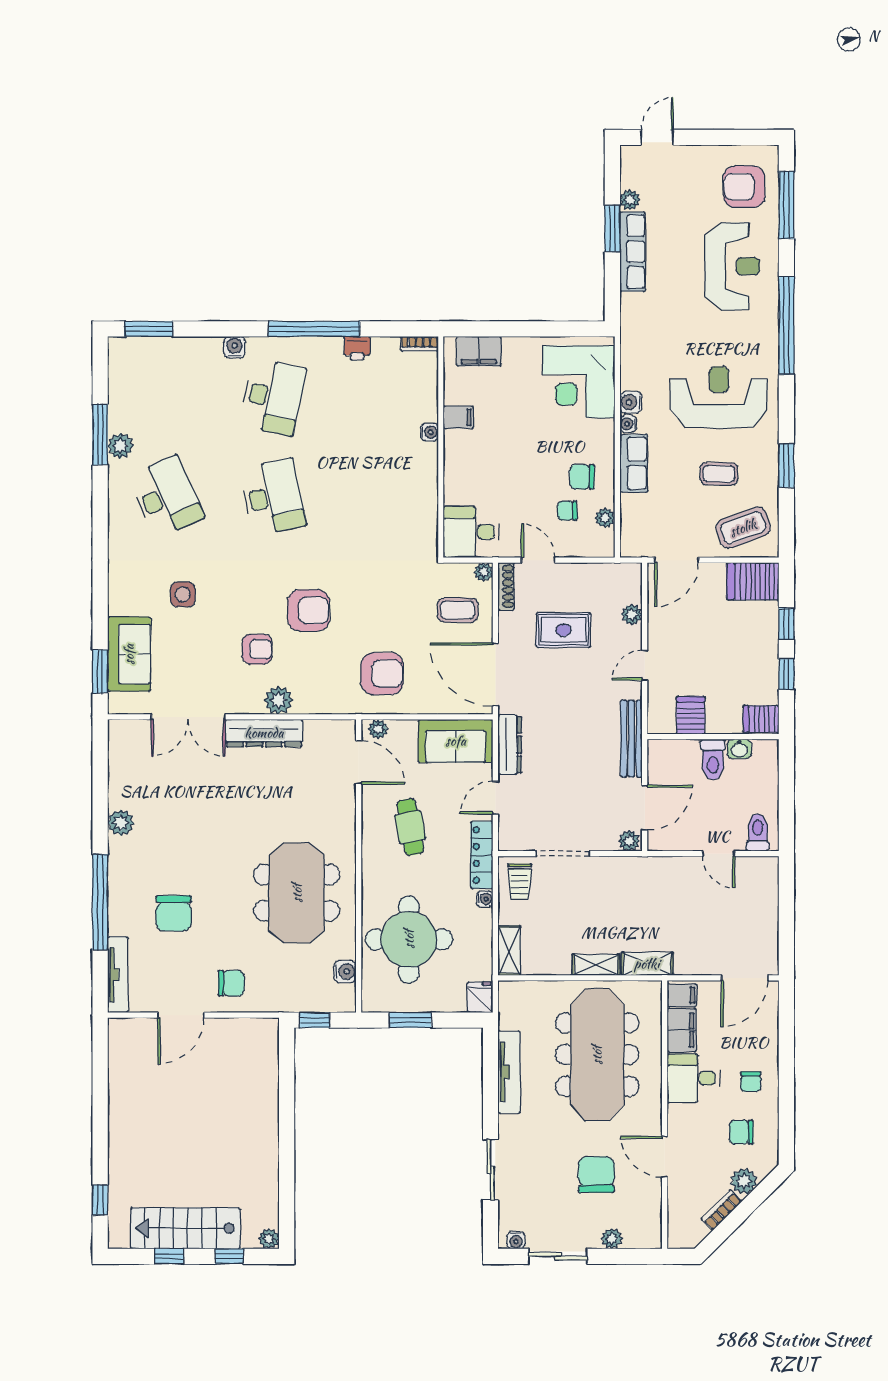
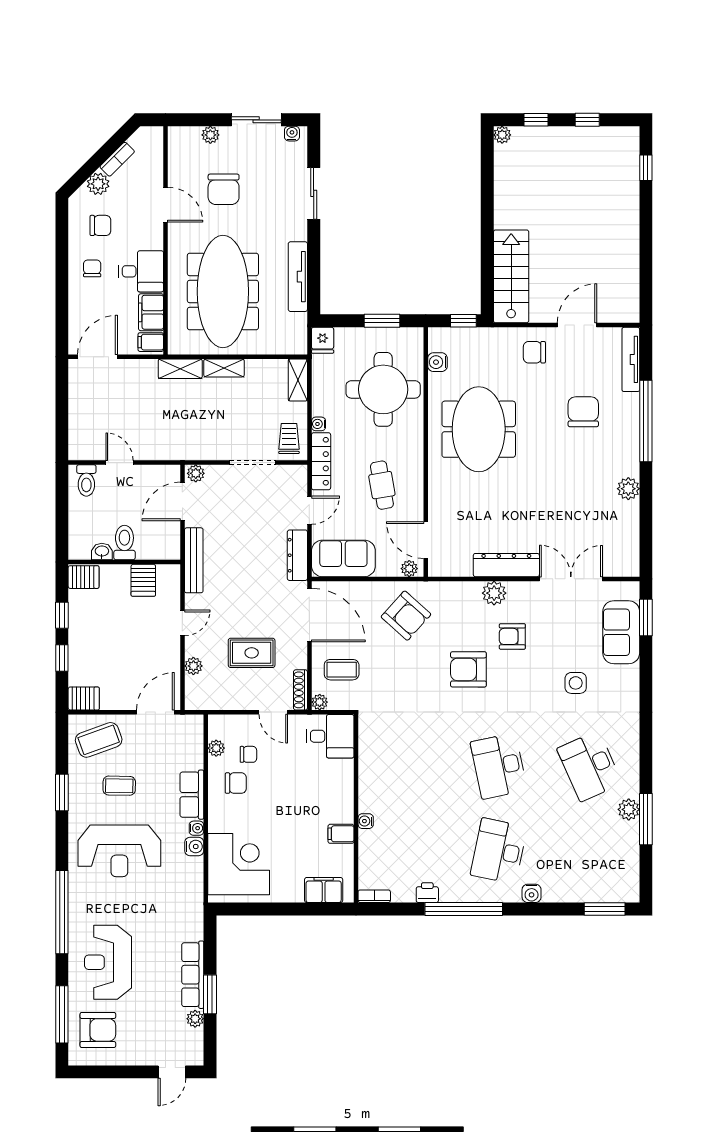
server rack: (753, 581) -> (84, 698), width x0.73, depth x0.70
armchair: (382, 674) -> (406, 616), turned -138
stairs: (185, 1228) -> (511, 276), moved, turned -90

